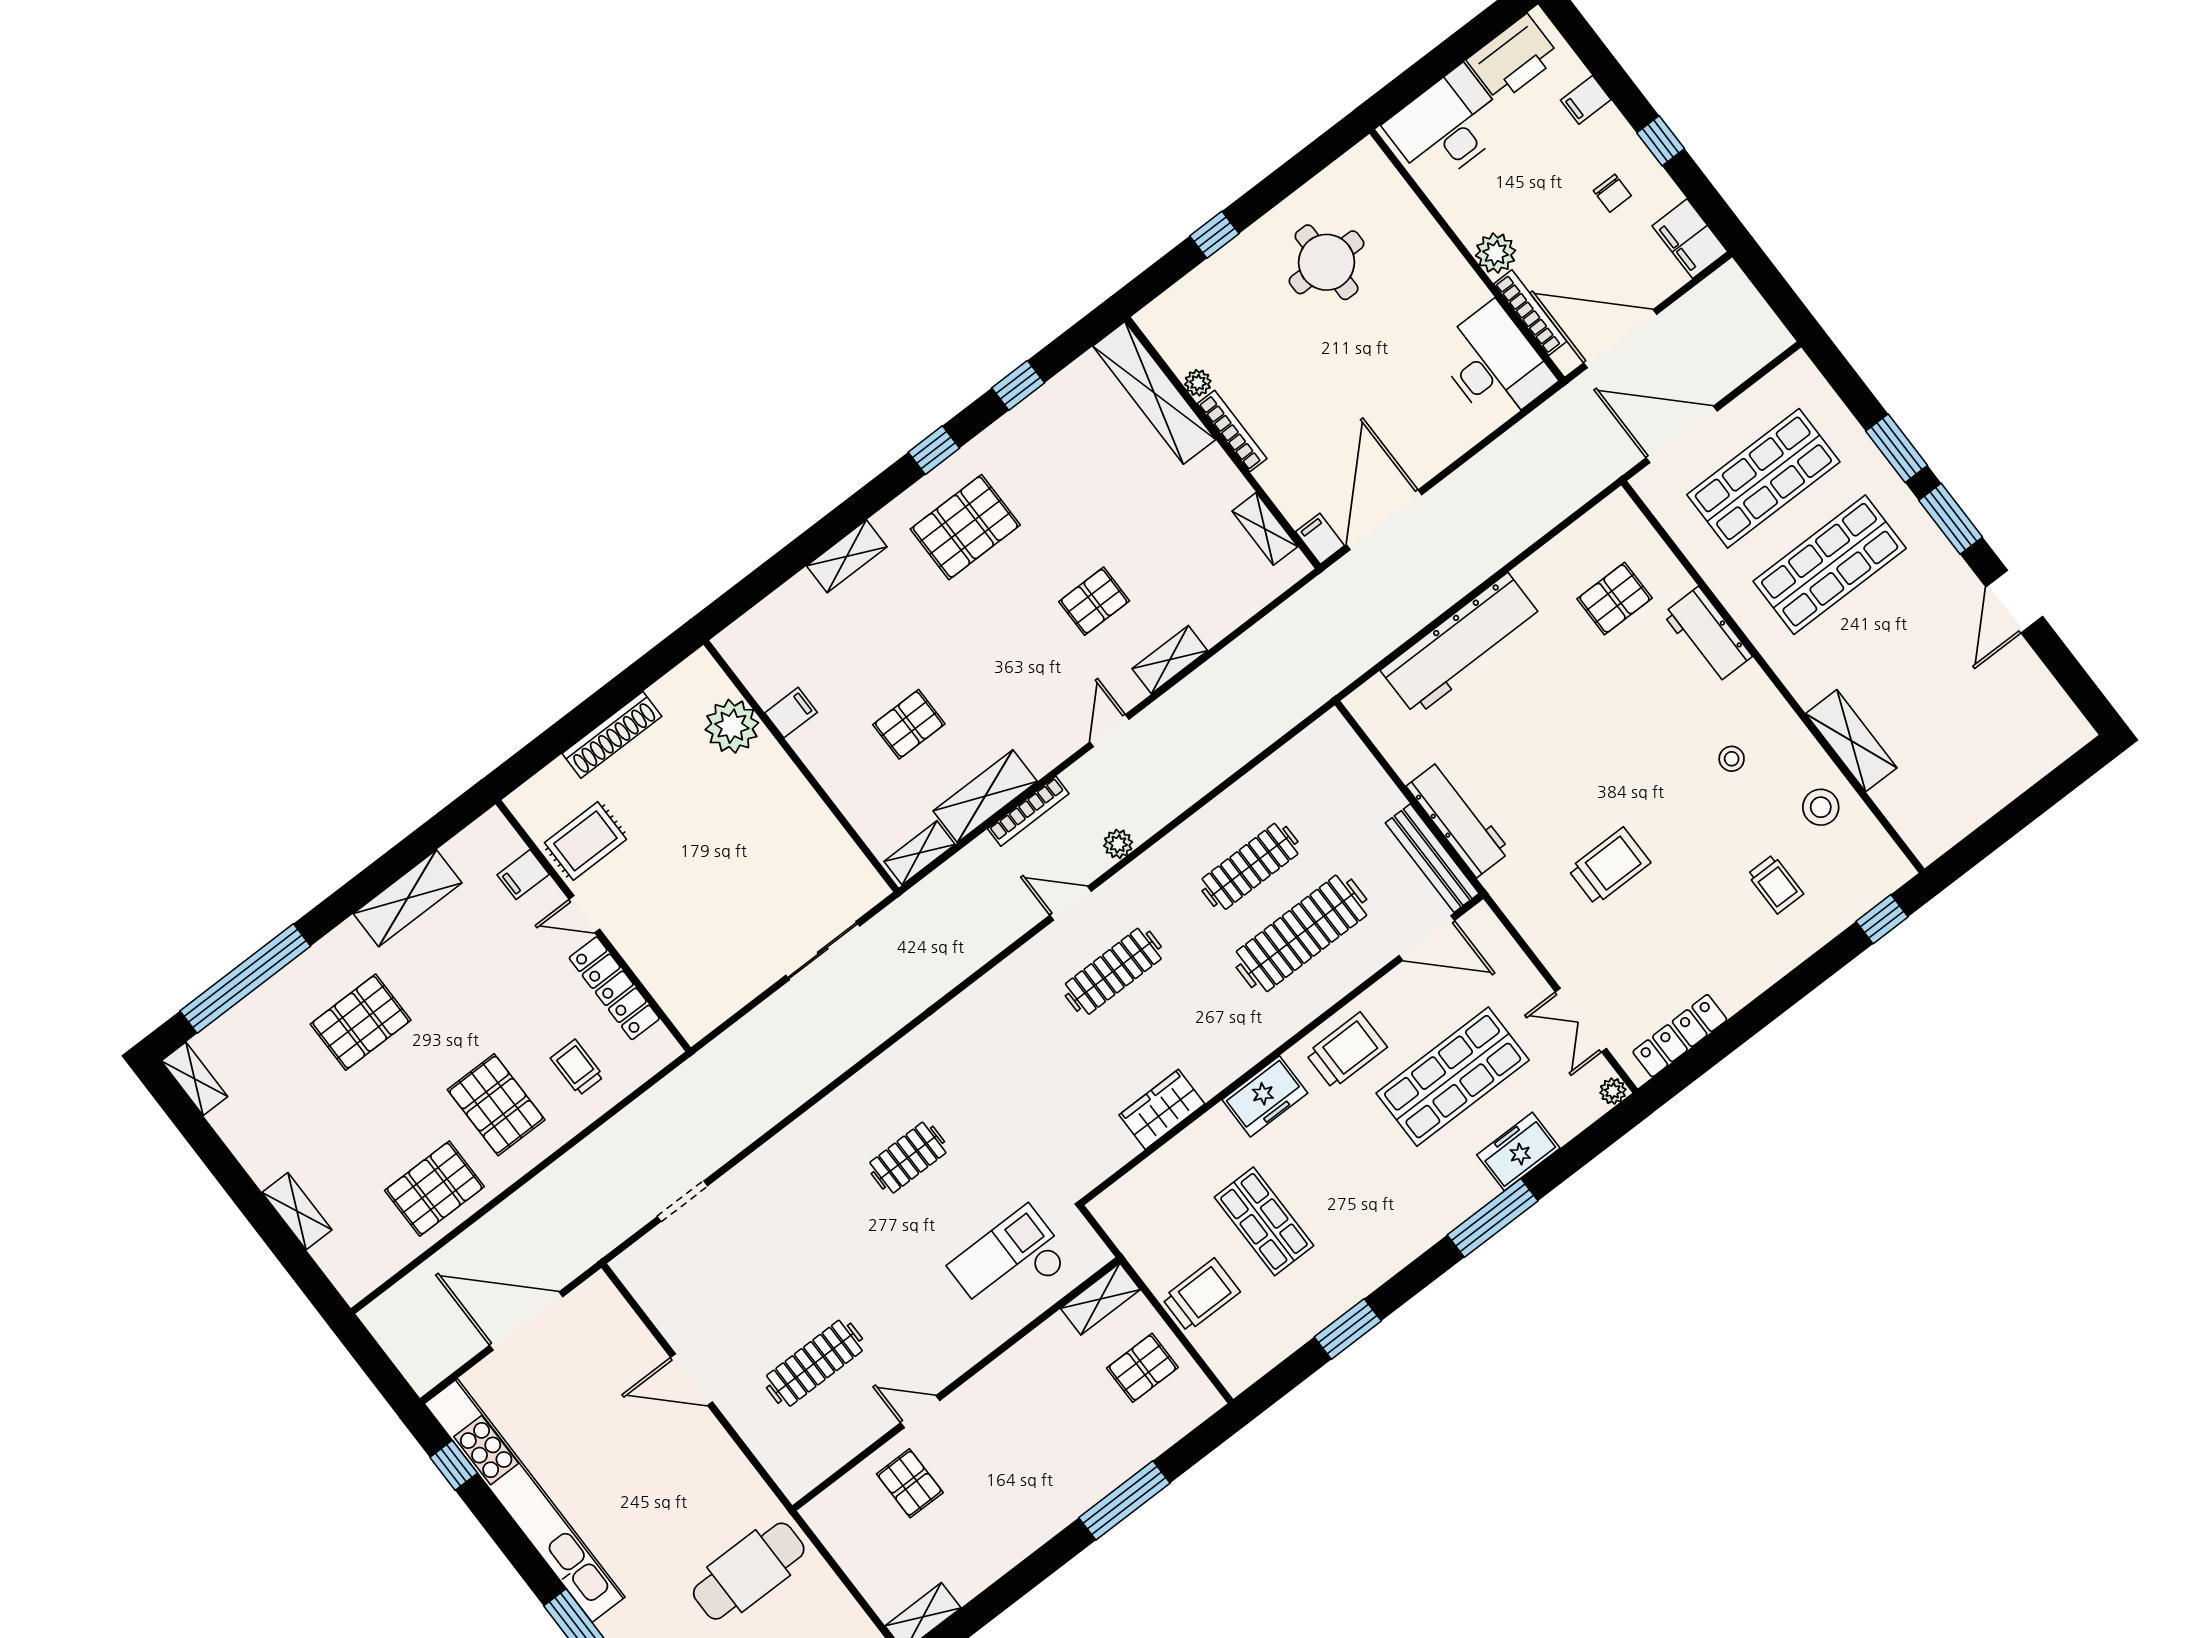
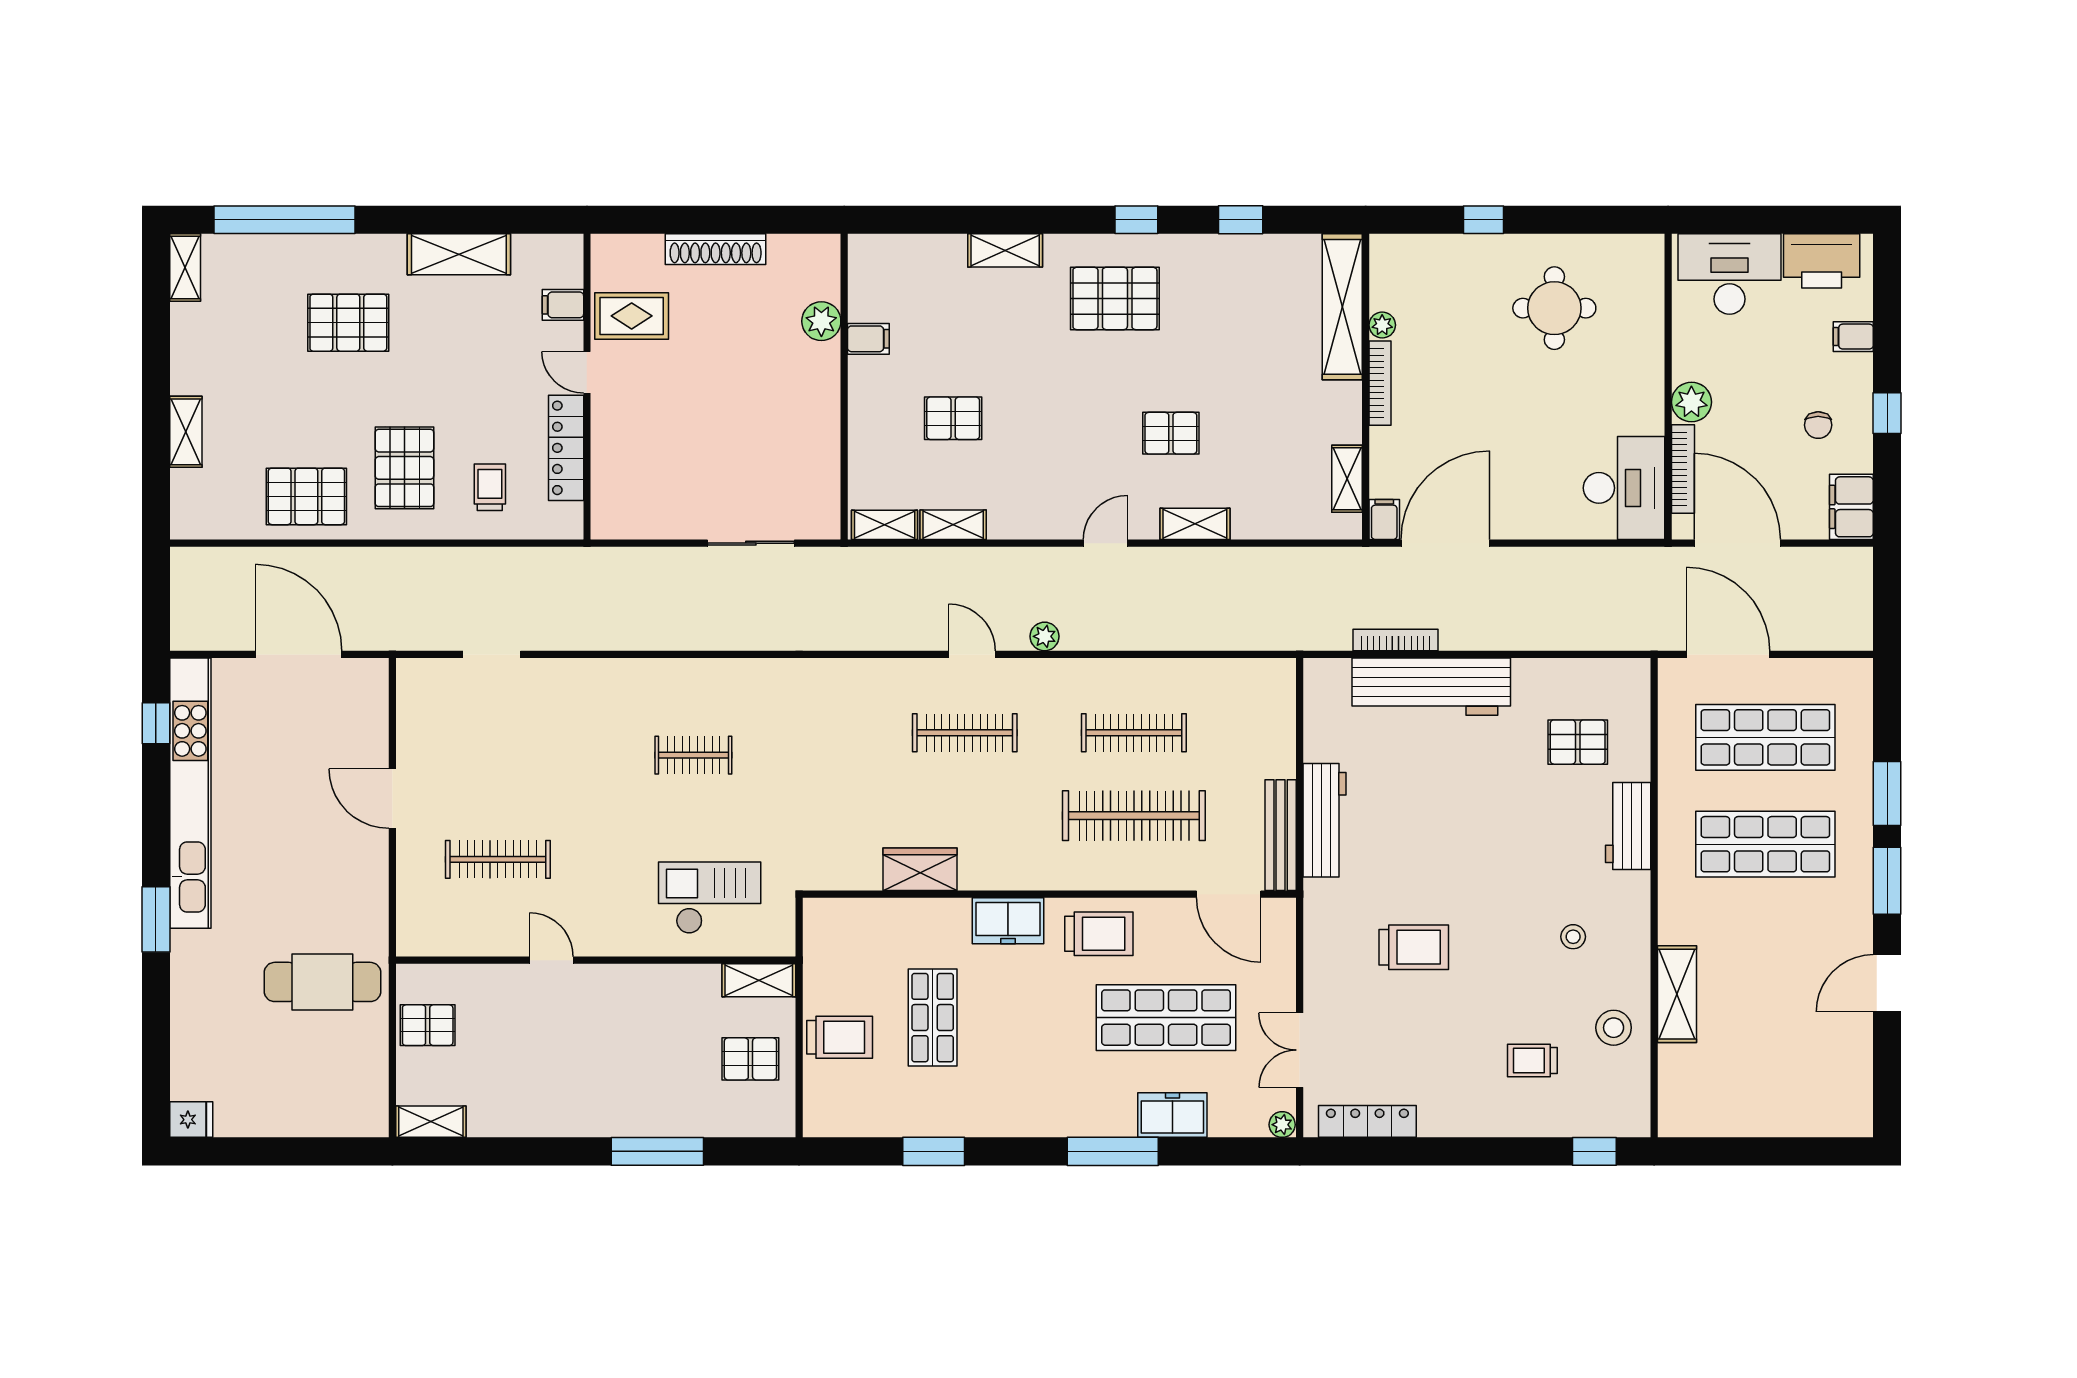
plant: (732, 726) -> (821, 321), width x0.73, depth x0.73
shelving: (985, 796) -> (953, 525), width x0.67, depth x0.75
bookcase: (1028, 811) -> (1395, 640), moved, turned 180
trolley: (1775, 884) -> (1532, 1060), turned 90
pallet: (910, 1483) -> (428, 1025), moved, turned 90

